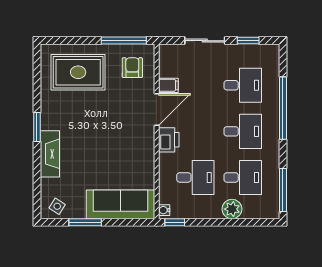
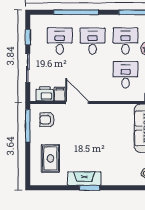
rug: (78, 72) -> (50, 158), width x0.73, depth x0.70
printer: (169, 140) -> (45, 94), moved
fireplace: (50, 154) -> (84, 179), moved

